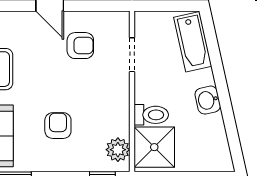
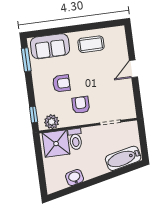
armchair: (80, 46) -> (81, 105), moved, turned 180
washbasin: (208, 100) -> (75, 178), moved

